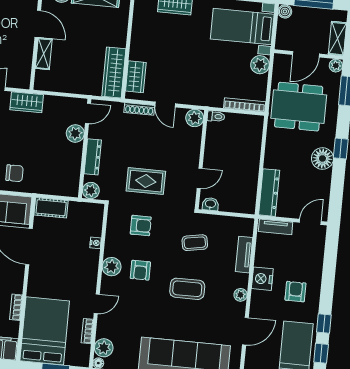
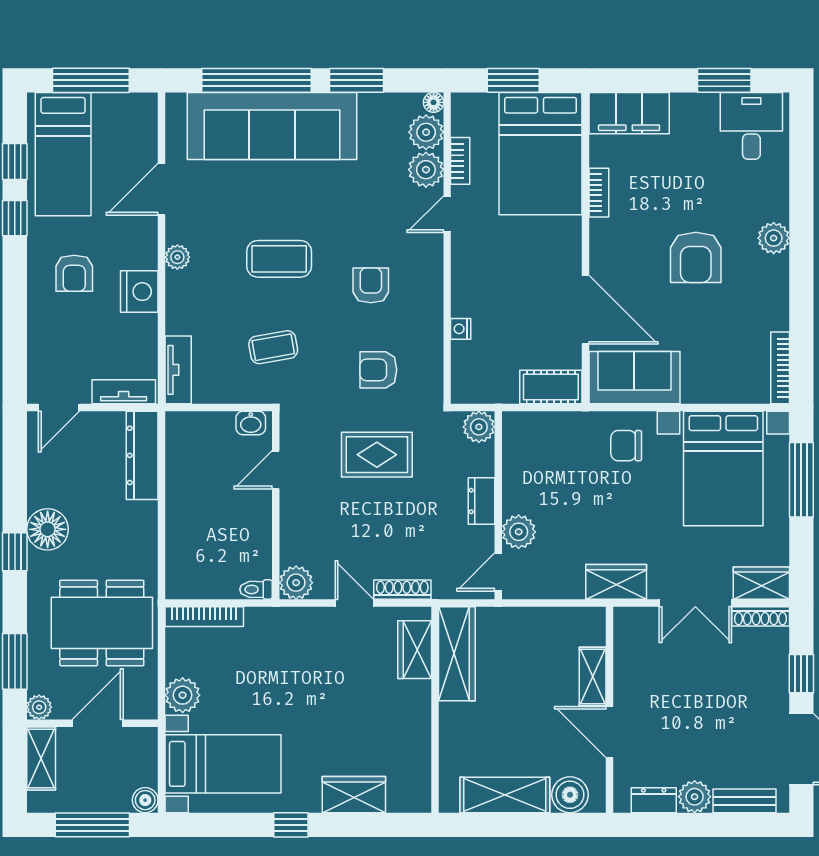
dresser: (93, 157) -> (481, 501), width x0.70
tv unit: (244, 255) -> (178, 370), moved
plant: (112, 267) -> (426, 170), moved

